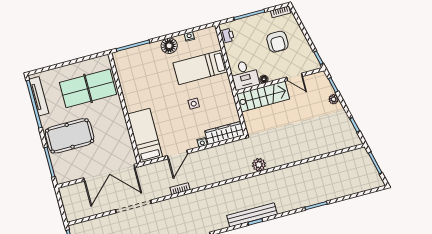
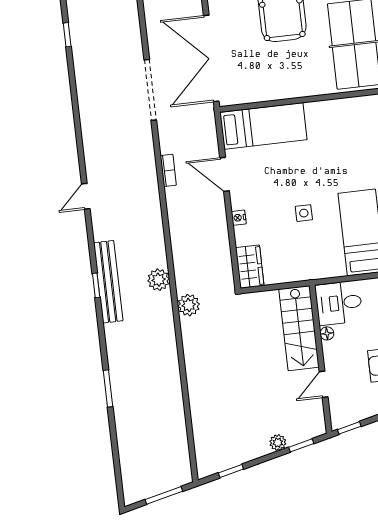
wardrobe: (225, 133) -> (250, 267), width x0.67
plant: (246, 185) -> (159, 280), added

